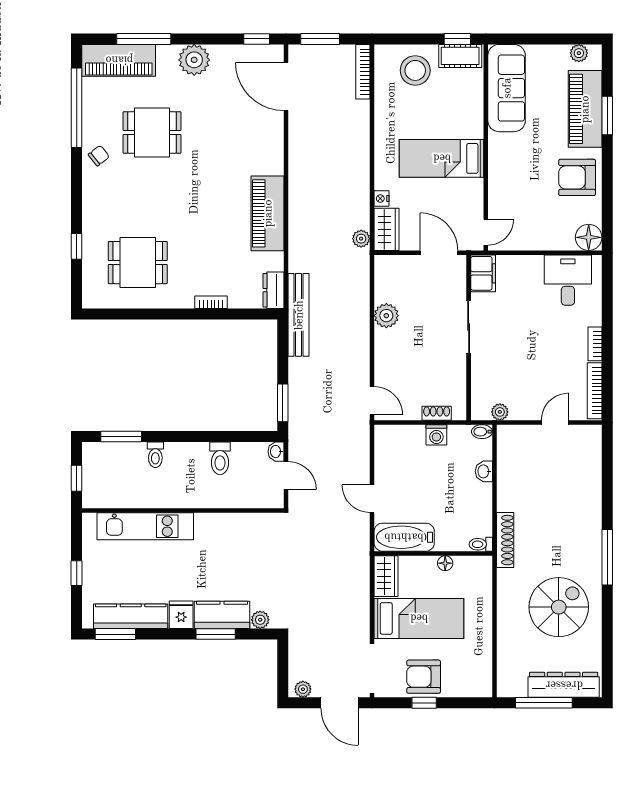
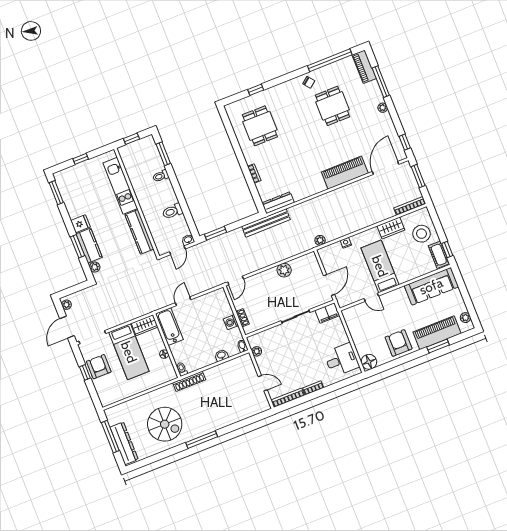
piano: (119, 60) -> (364, 67), width x0.73, depth x0.75
plant: (194, 60) -> (383, 108), width x0.53, depth x0.53
piano: (268, 213) -> (345, 173), moved
wardrobe: (386, 229) -> (391, 228), moved
door: (486, 232) -> (371, 297), moved
dresser: (274, 290) -> (278, 203), width x1.44
kitchen counter: (131, 616) -> (139, 232), moved, turned 180

